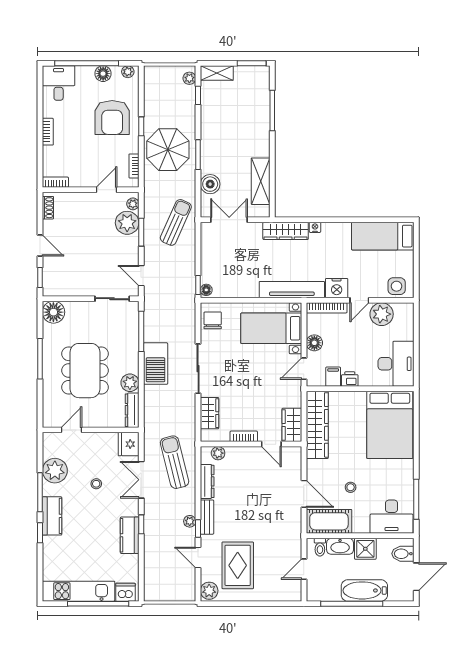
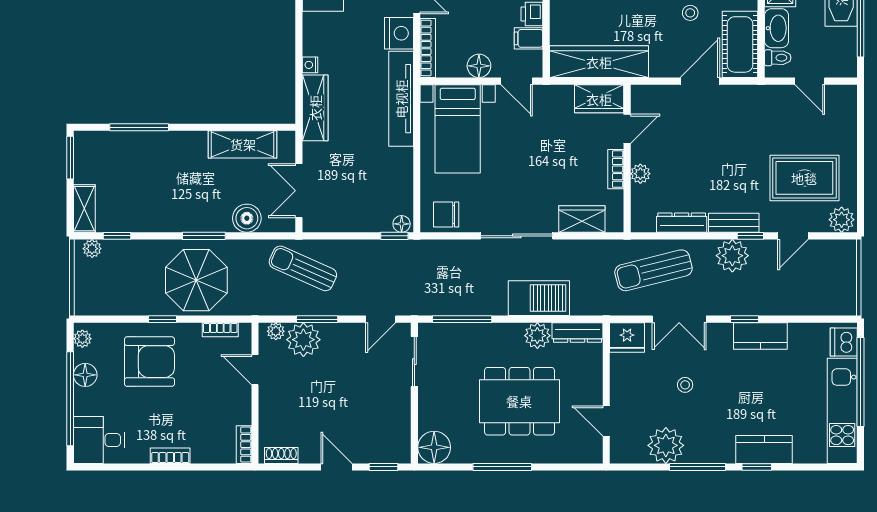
door: (40, 245) -> (336, 467), hinge flipped
barbecue: (156, 364) -> (539, 298), moved
plant: (218, 453) -> (640, 174), moved
kitchen counter: (52, 516) -> (764, 449), moved
plant: (190, 521) -> (732, 256), width x1.88, depth x1.88

